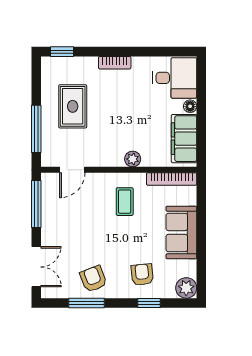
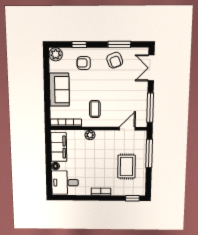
armchair: (142, 275) -> (84, 63), turned 96

